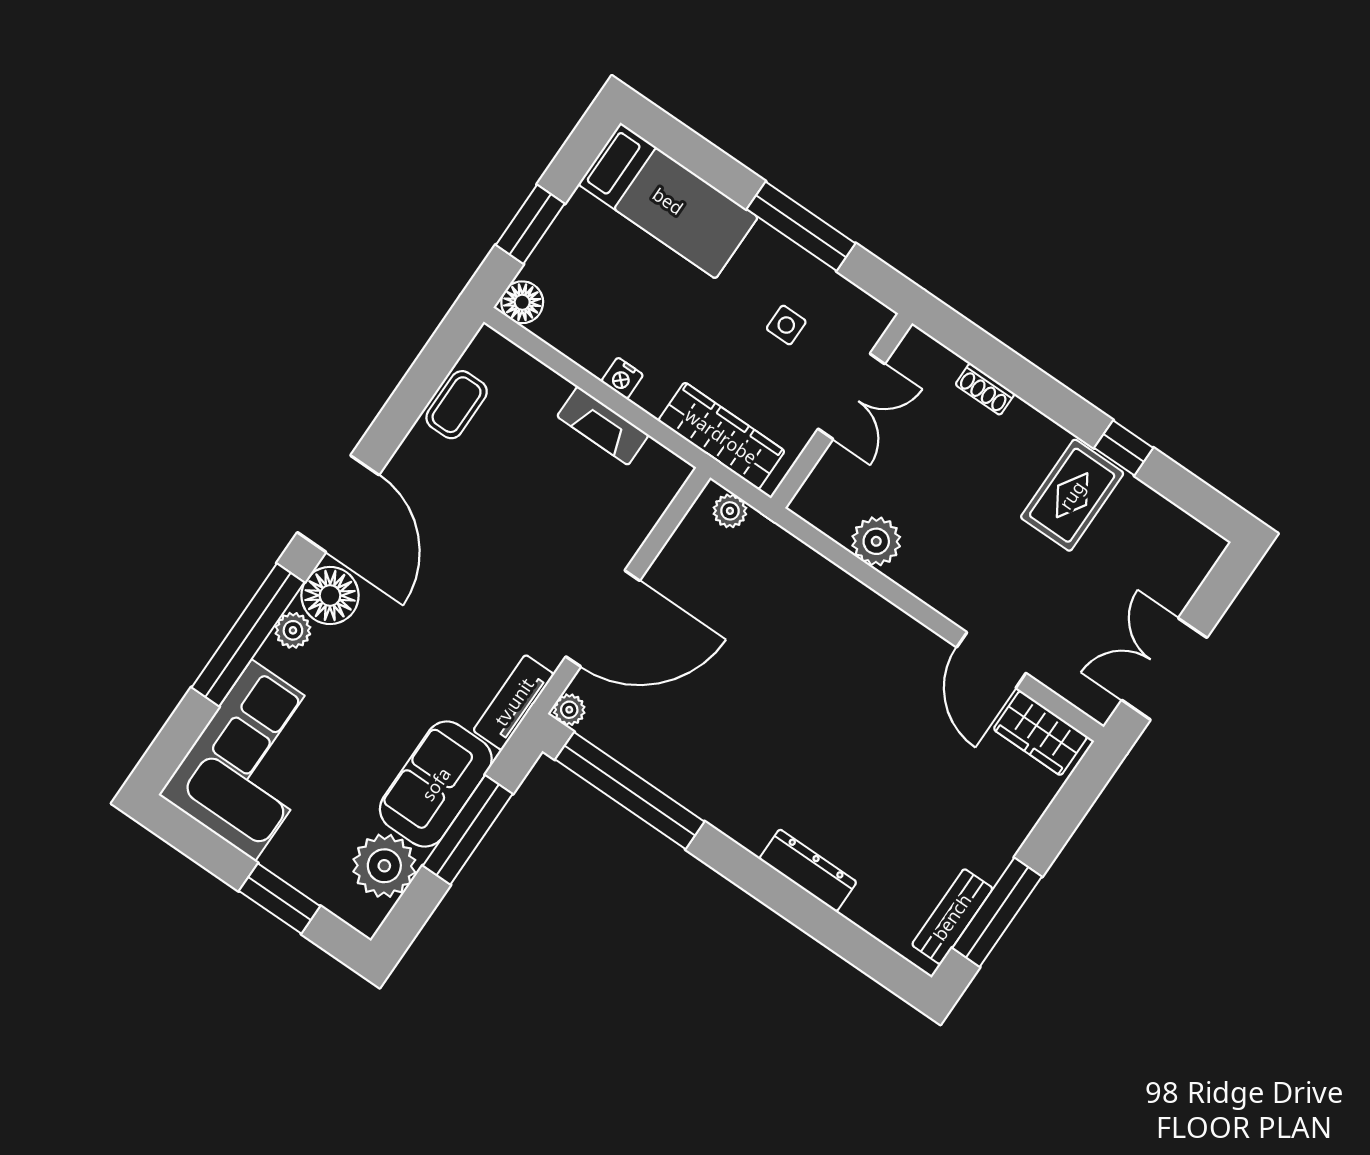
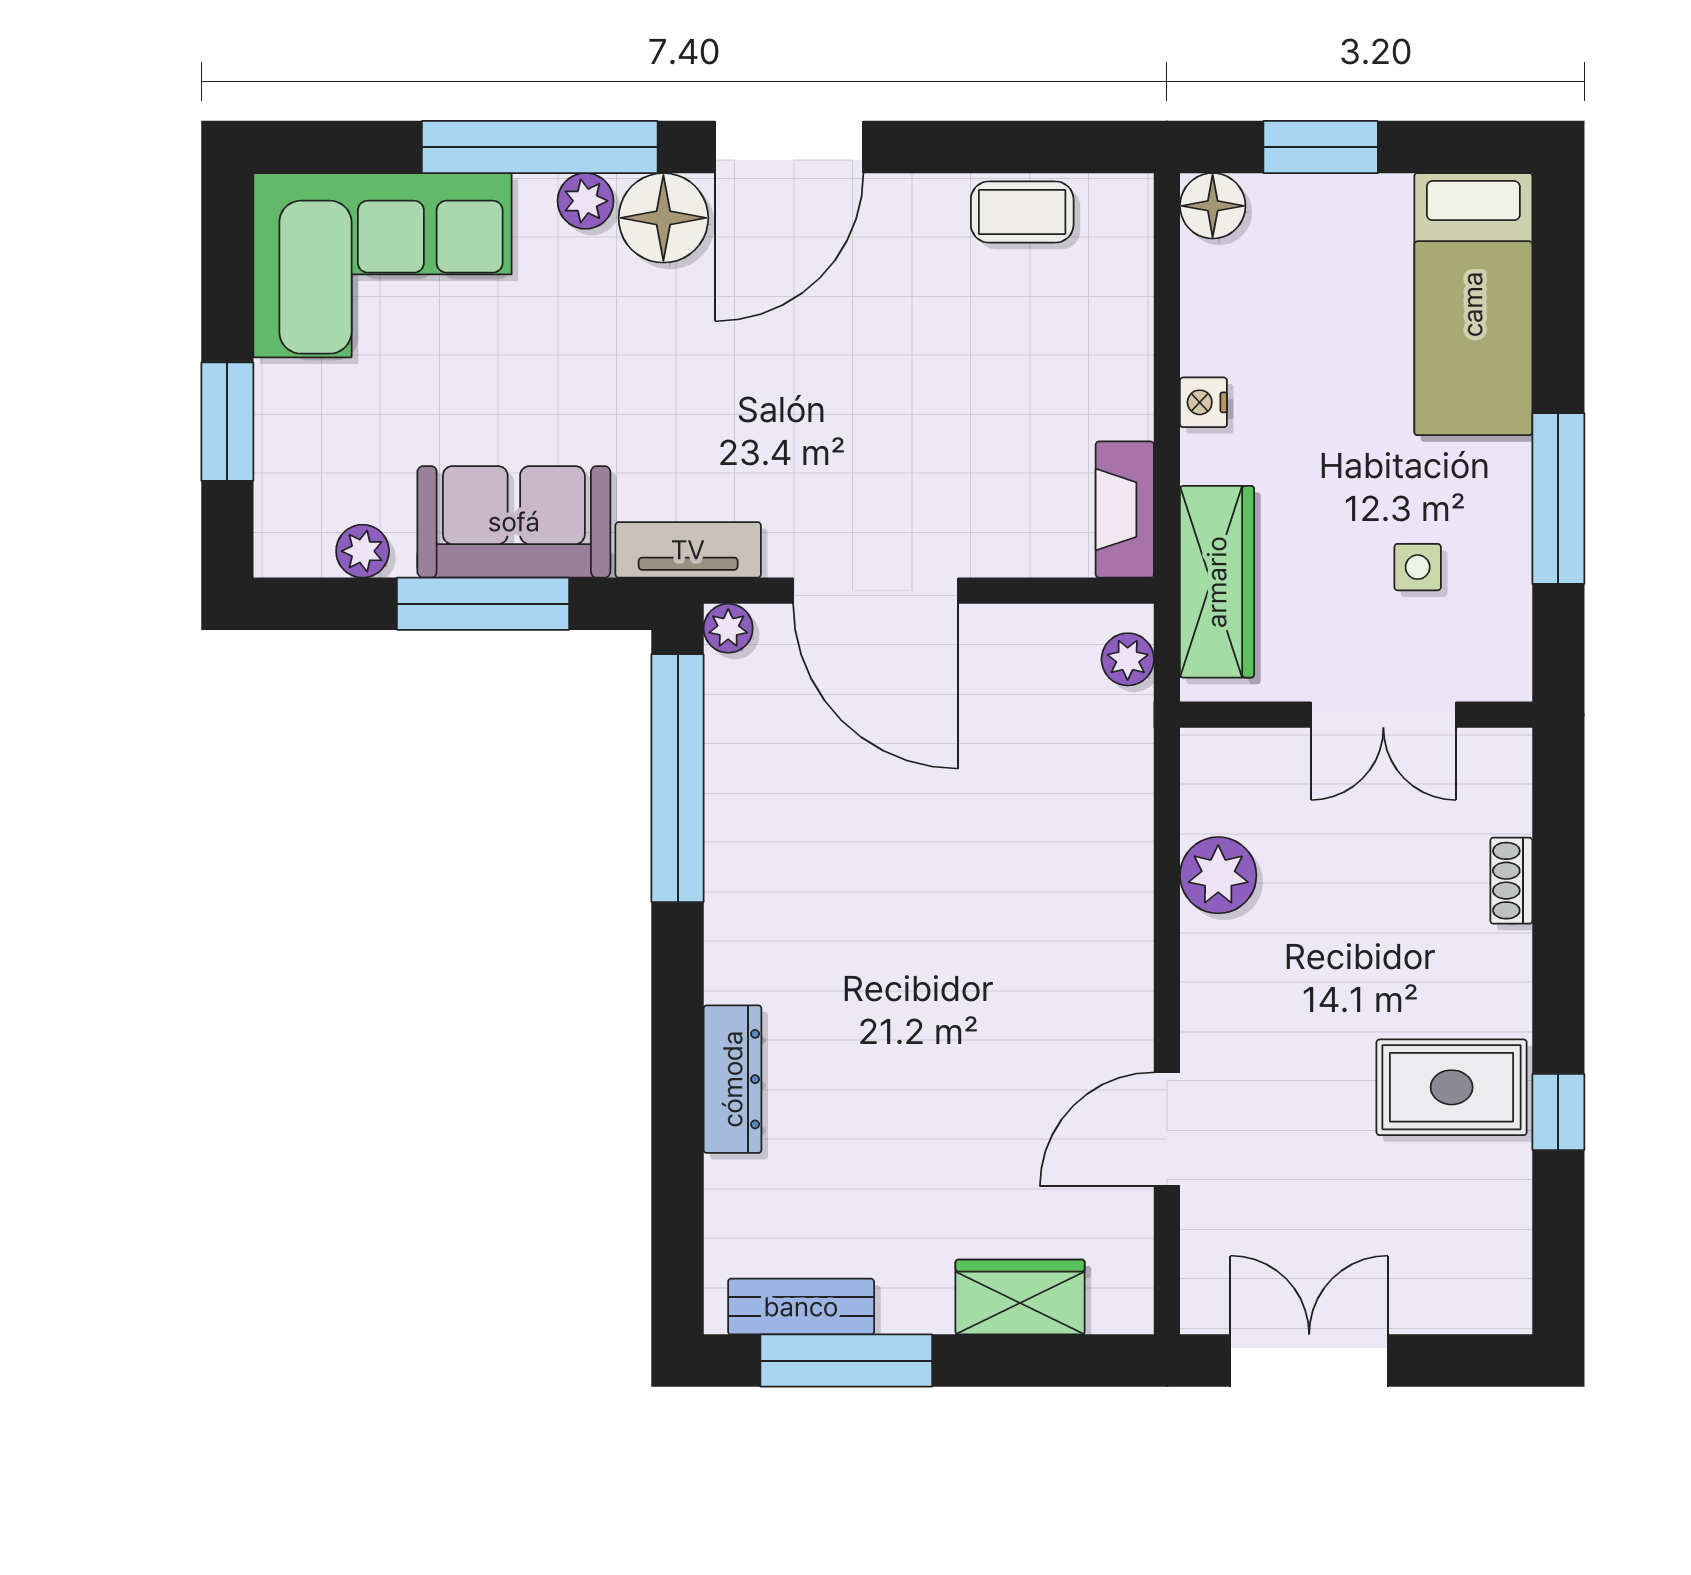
fireplace: (603, 426) -> (1125, 510), moved
wardrobe: (1040, 733) -> (1020, 1297), moved, turned 90
plant: (384, 866) -> (363, 551), width x0.53, depth x0.53

